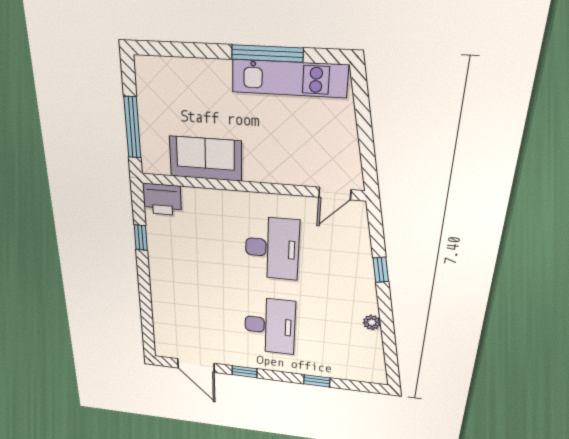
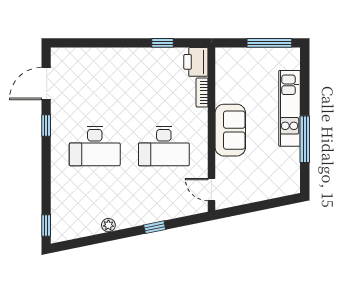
kitchen unit: (289, 78) -> (290, 108), moved
window: (132, 128) -> (269, 43), moved
sofa: (206, 159) -> (230, 130), moved
bookcase: (202, 195) -> (202, 93), added
window: (317, 381) -> (46, 225), moved

